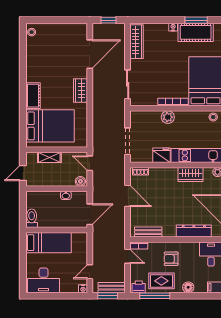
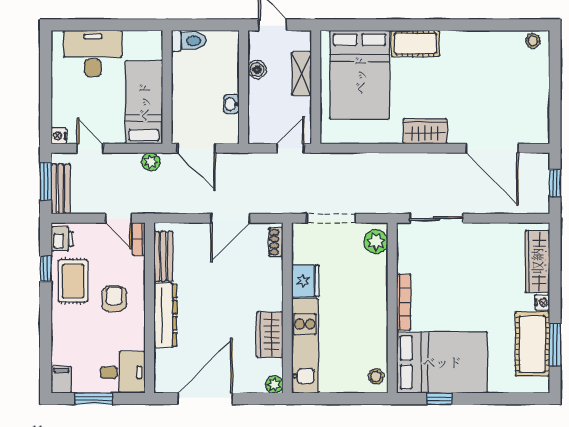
wardrobe: (137, 42) -> (537, 261), moved, turned 90
plant: (168, 117) -> (376, 242), moved
boiler: (80, 181) -> (257, 70), moved
dresser: (194, 231) -> (165, 315), moved
plant: (97, 239) -> (151, 162), added
bed: (48, 243) -> (144, 102), moved, turned 180
door: (128, 256) -> (119, 218), hinge flipped
desk: (43, 280) -> (93, 53), moved, turned 90
floor lamp: (188, 287) -> (61, 330), removed
window: (155, 296) -> (46, 269), width x0.46

